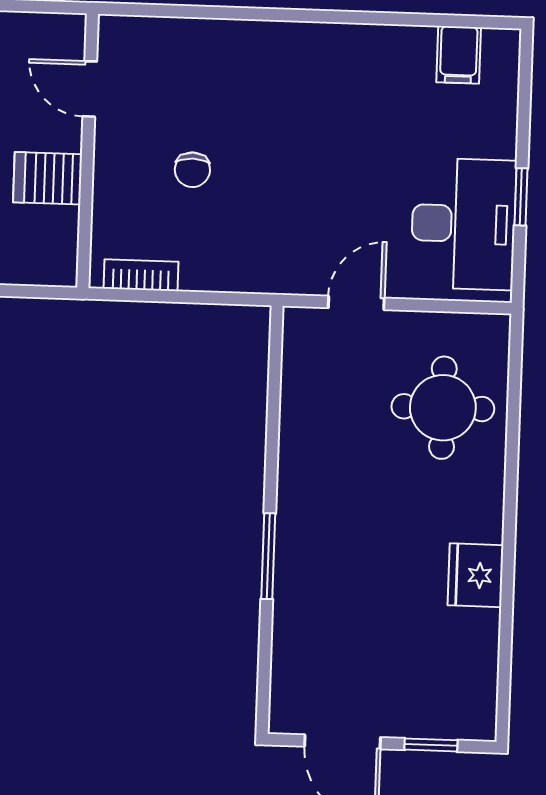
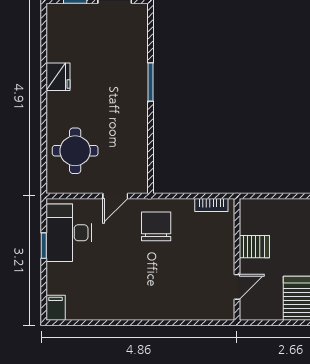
filing cabinet: (459, 55) -> (56, 308), moved
door: (90, 89) -> (237, 287), hinge flipped
chair: (192, 170) -> (156, 226), moved, width x1.87, depth x1.87

